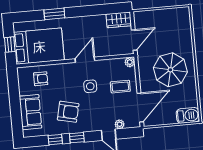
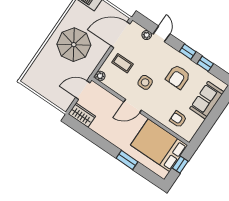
armchair: (68, 112) -> (178, 77), turned -103

